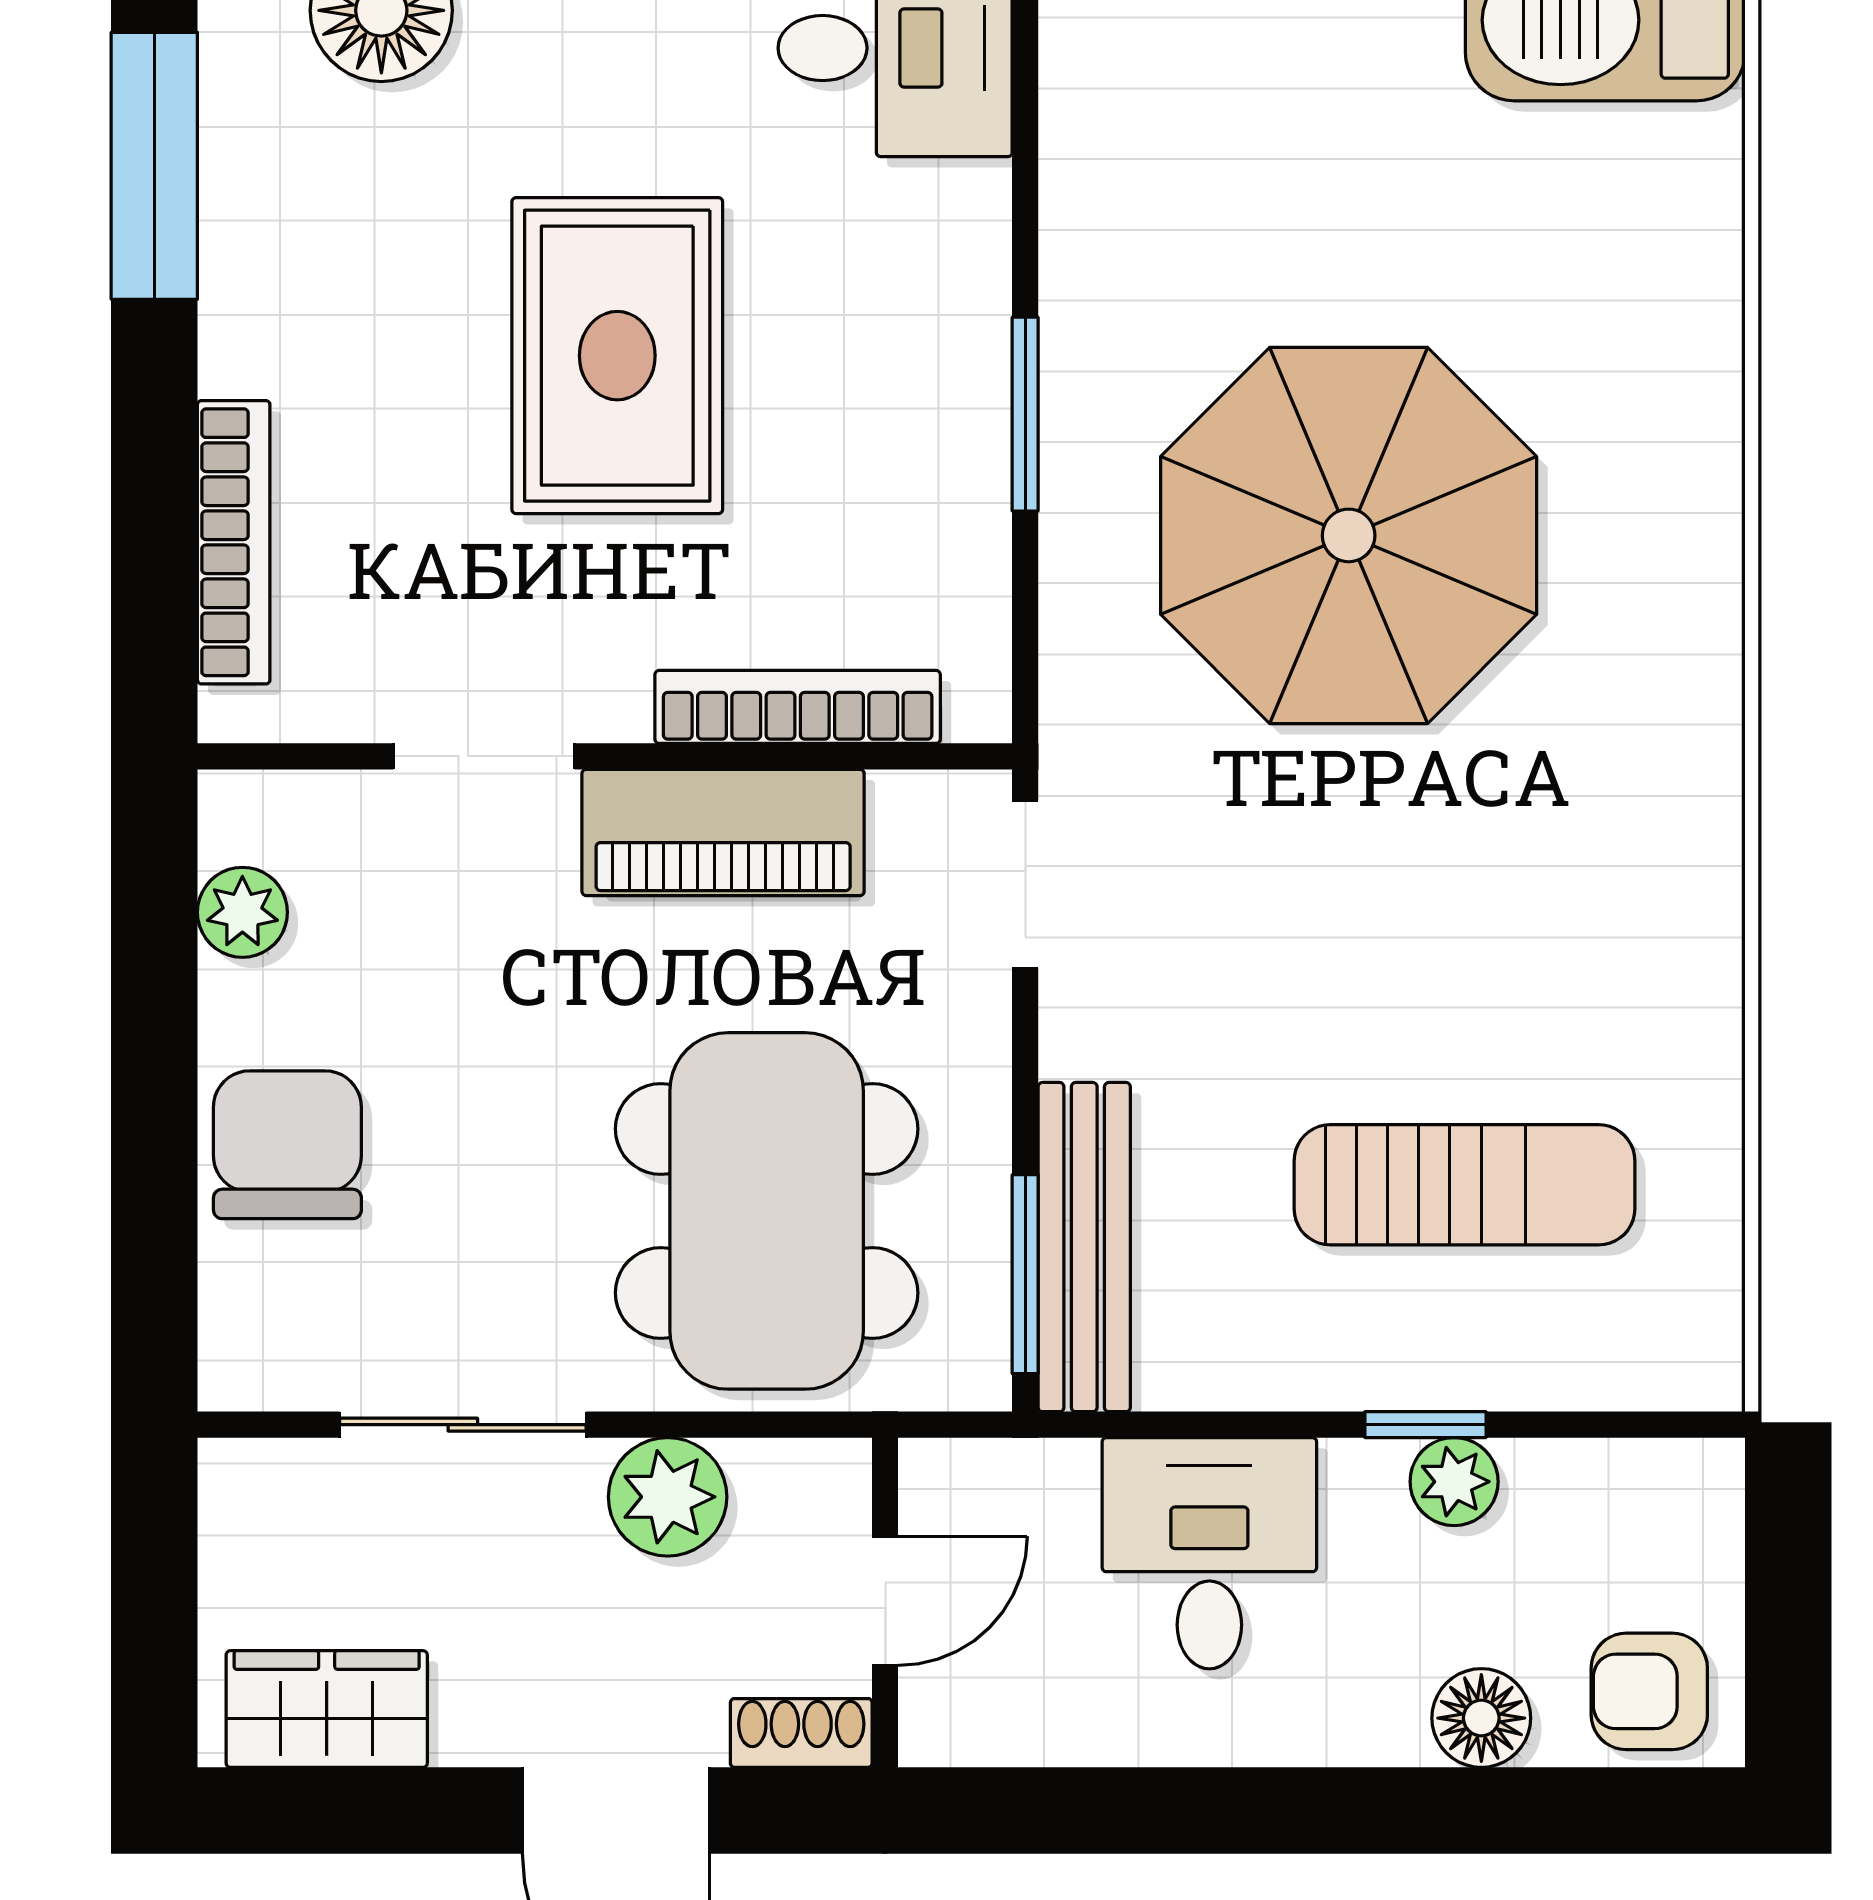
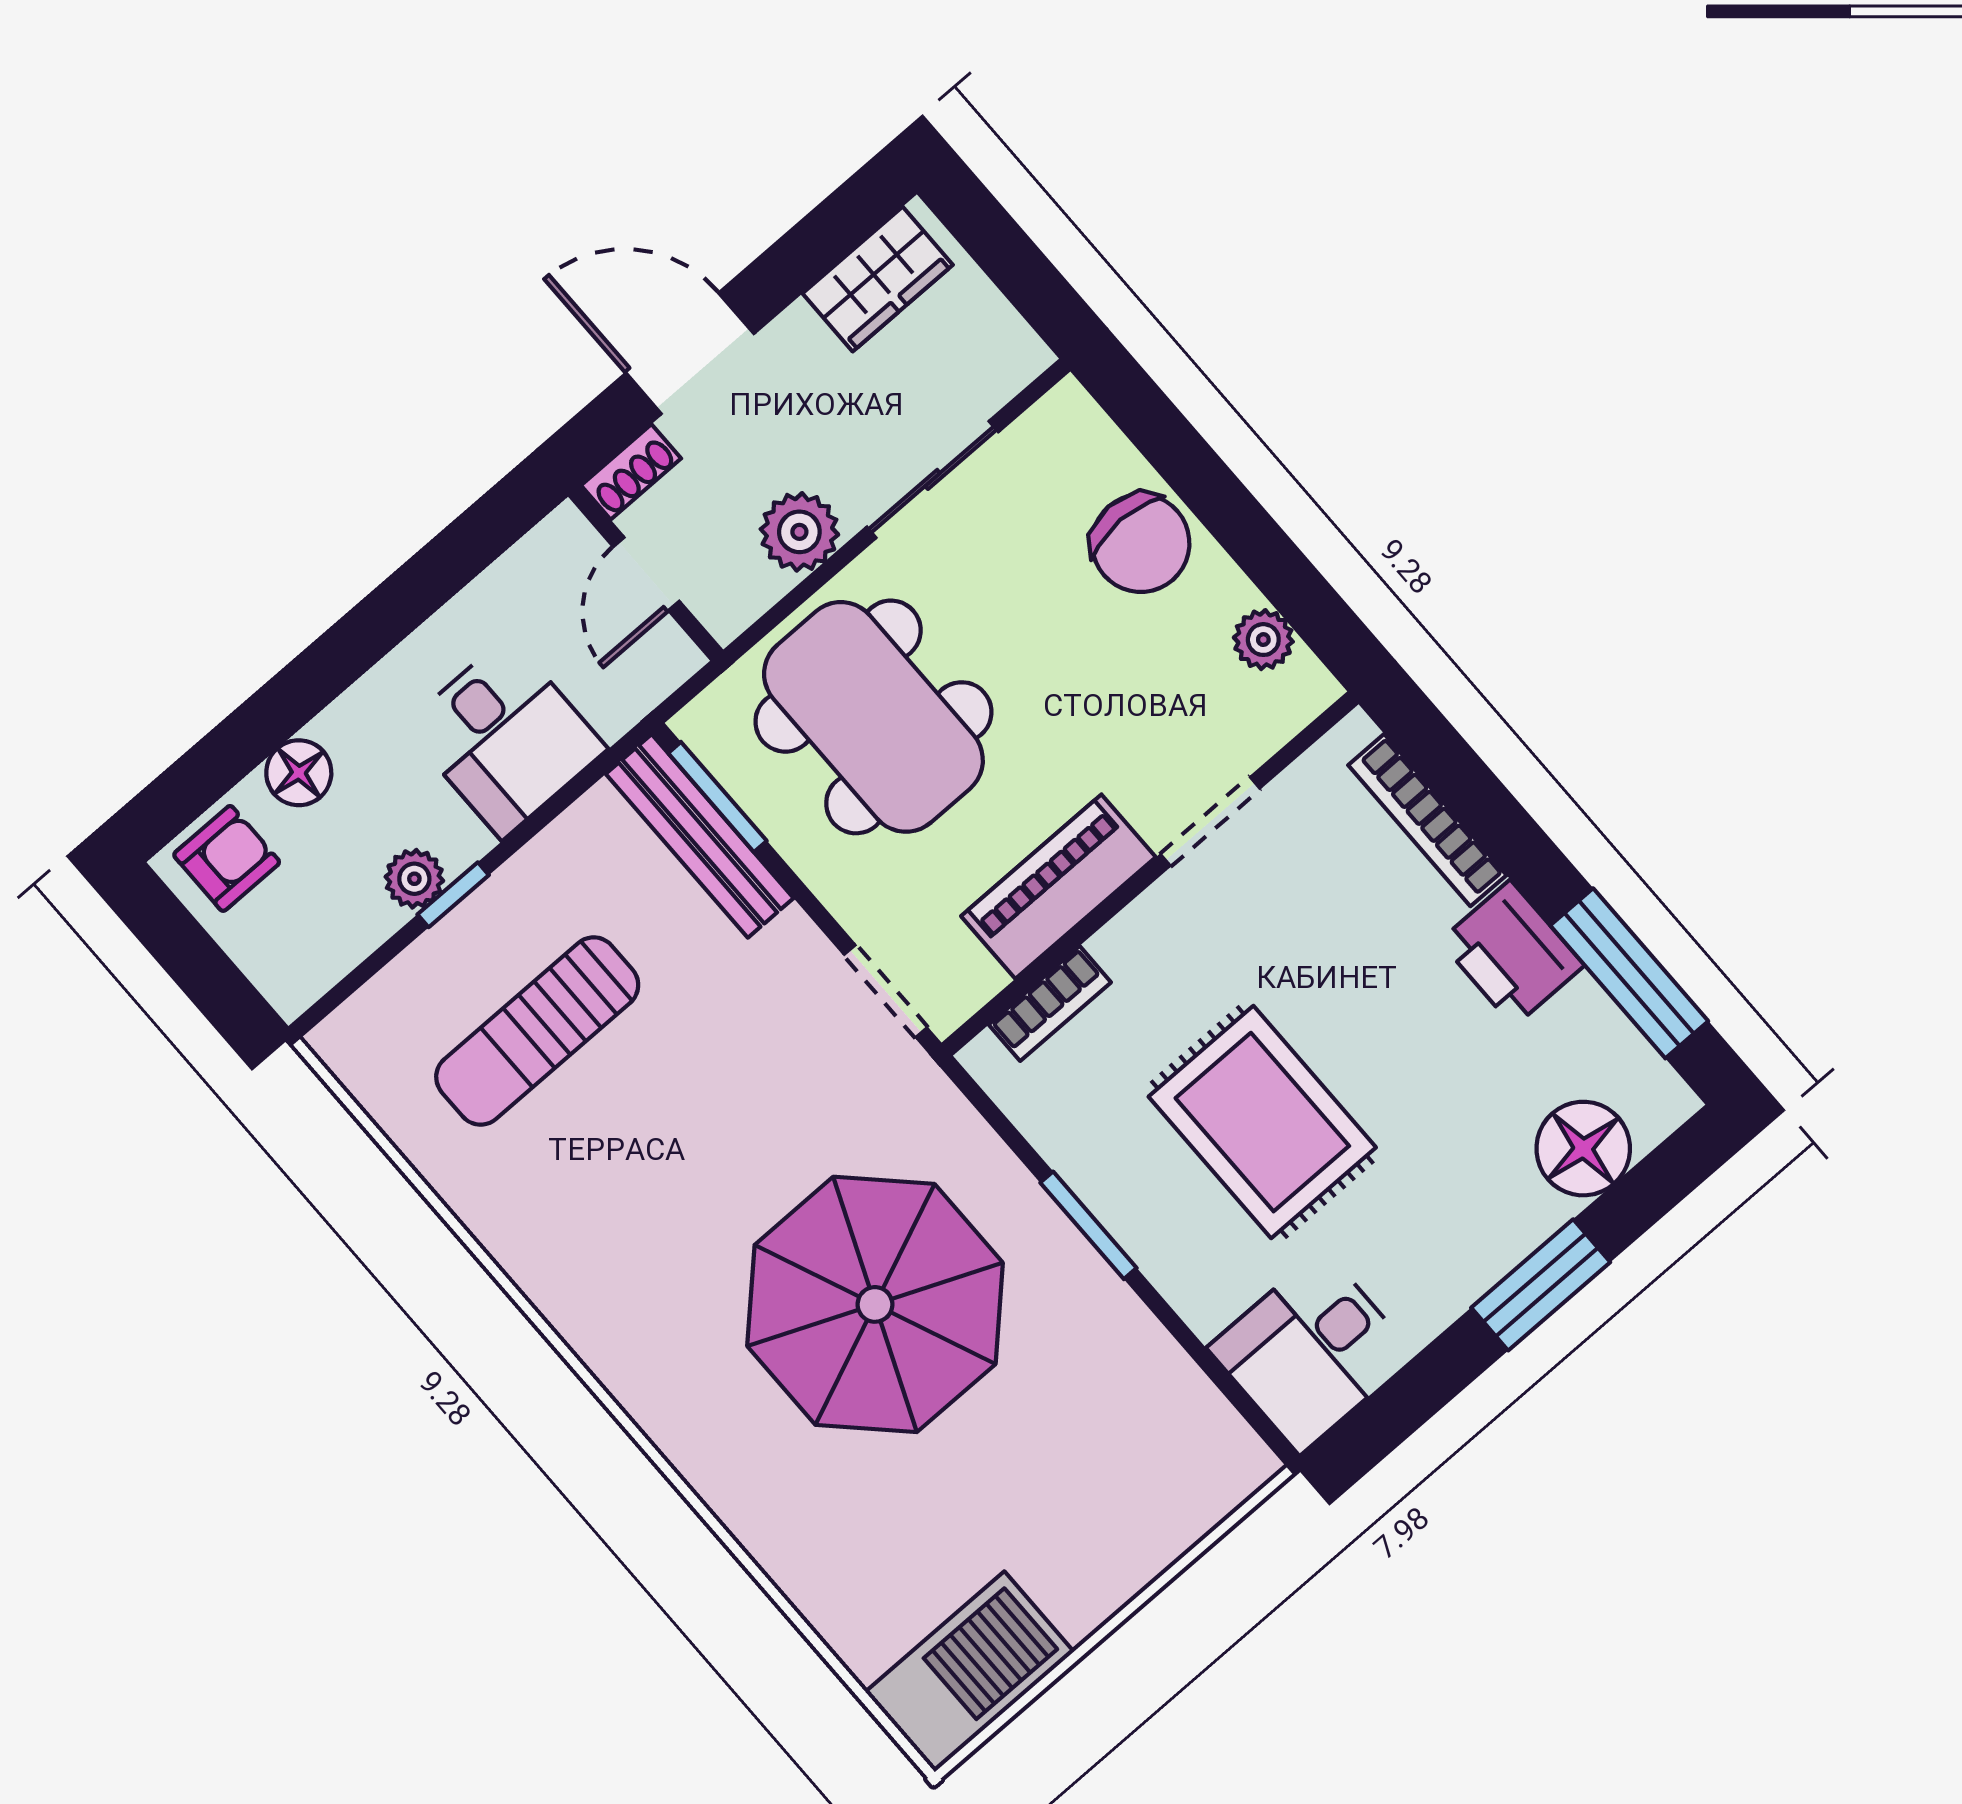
printer: (269, 305) -> (1512, 953), added
rug: (617, 356) -> (1262, 1122), moved
bookcase: (798, 707) -> (1050, 1003), width x0.64

